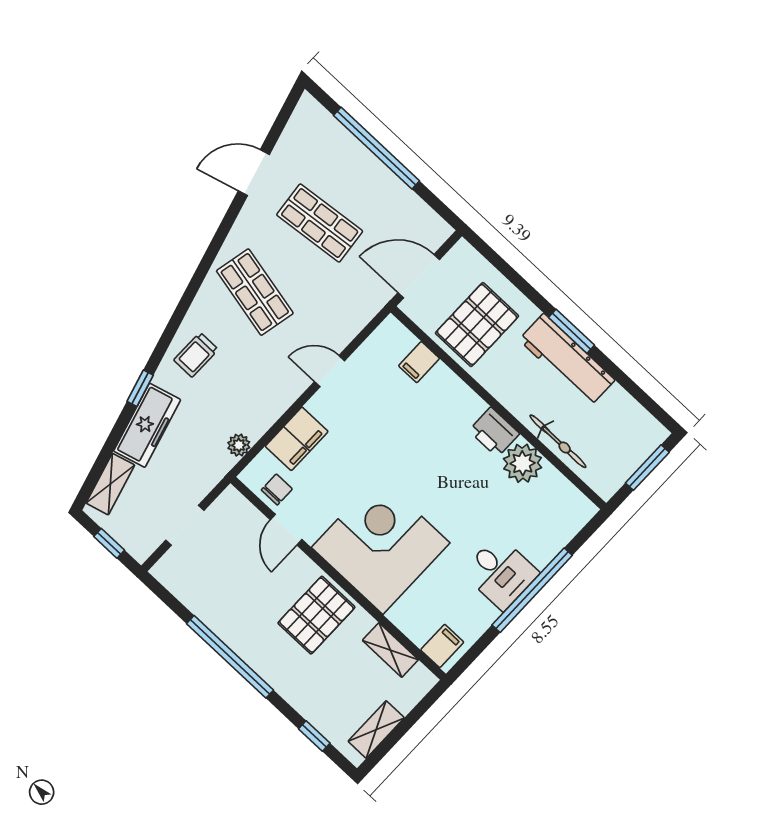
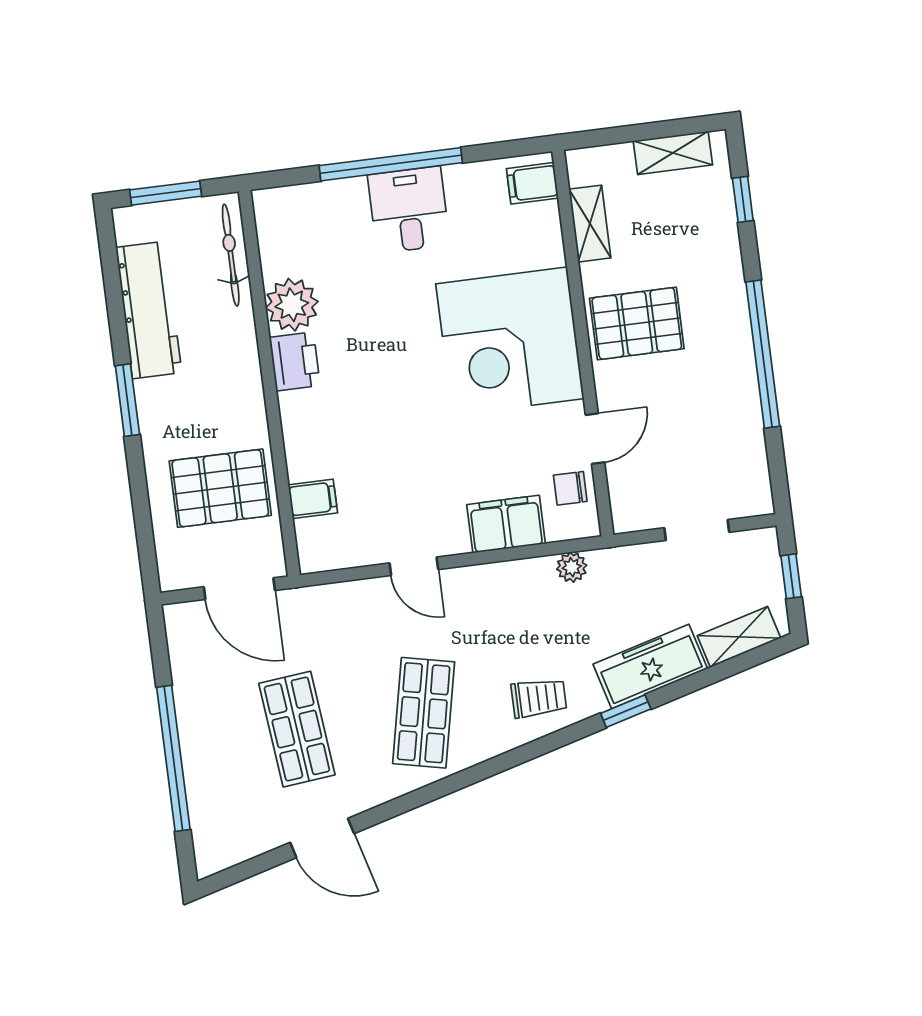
workbench: (567, 360) -> (149, 310), moved
bicycle: (558, 441) -> (231, 255), moved

